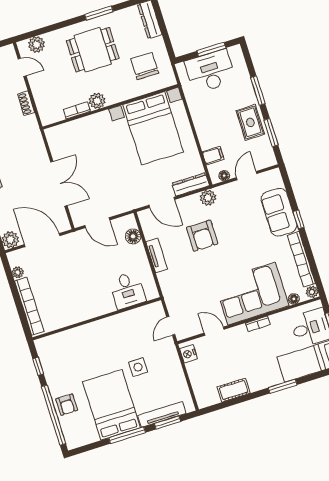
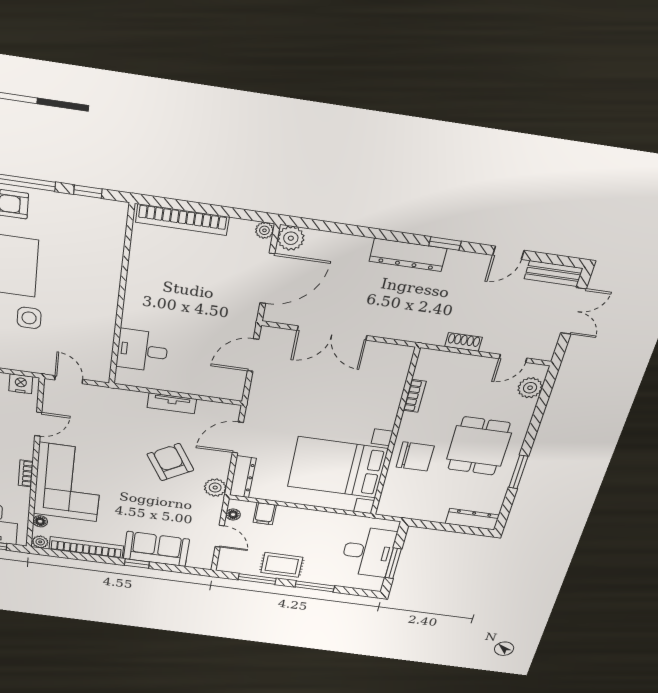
chair: (145, 66) -> (415, 457), moved
plant: (97, 101) -> (412, 423), removed
floor lamp: (133, 236) -> (212, 388), removed
armchair: (202, 236) -> (170, 462), turned 59
plant: (18, 272) -> (264, 230), moved

